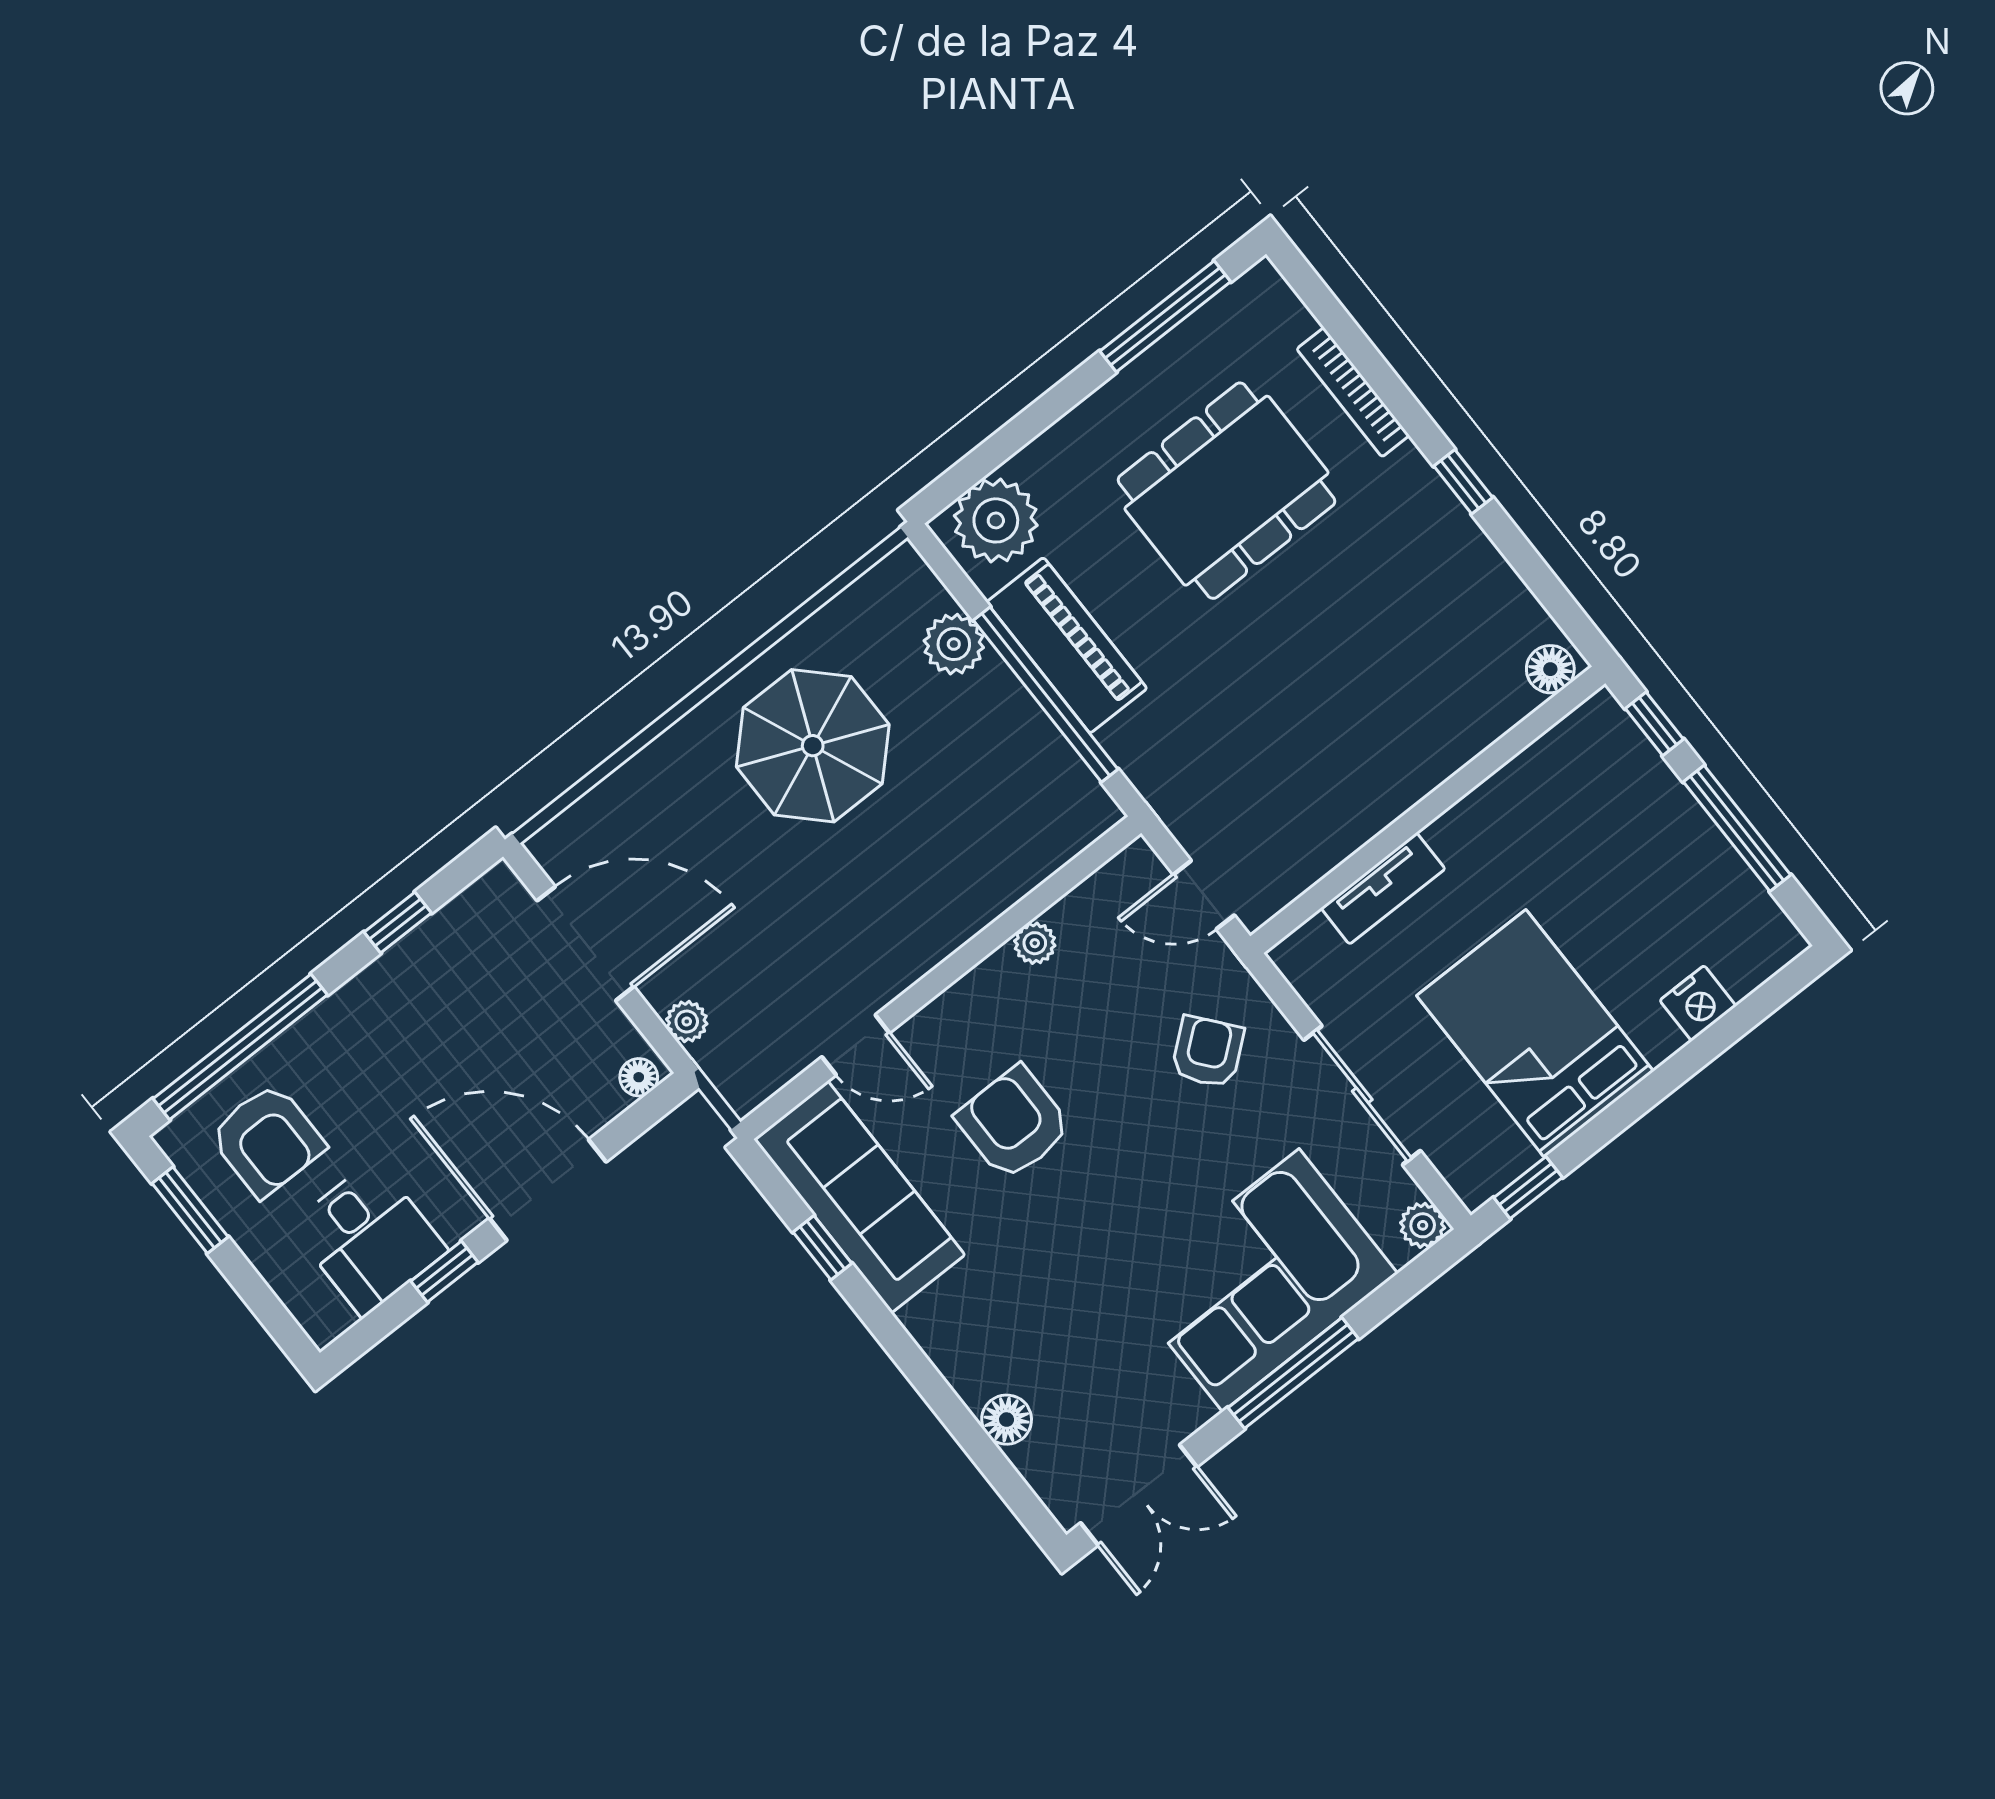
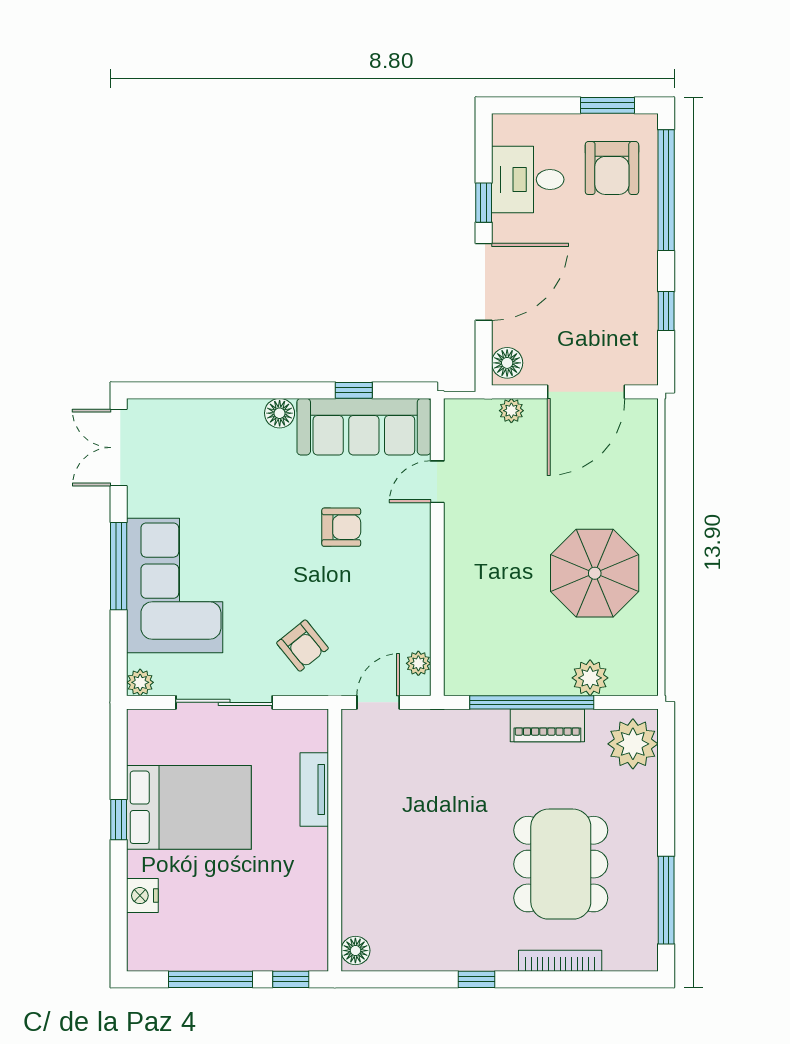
piano: (1067, 645) -> (547, 725), width x0.73, depth x0.75
plant: (1035, 943) -> (418, 663), moved
floor lamp: (639, 1077) -> (507, 363), width x1.37, depth x1.37
armchair: (1014, 1123) -> (341, 527), width x0.72, depth x0.72
armchair: (267, 1140) -> (612, 168), turned -90
window: (1528, 1188) -> (119, 820), moved
floor lamp: (1007, 1420) -> (280, 413), moved

